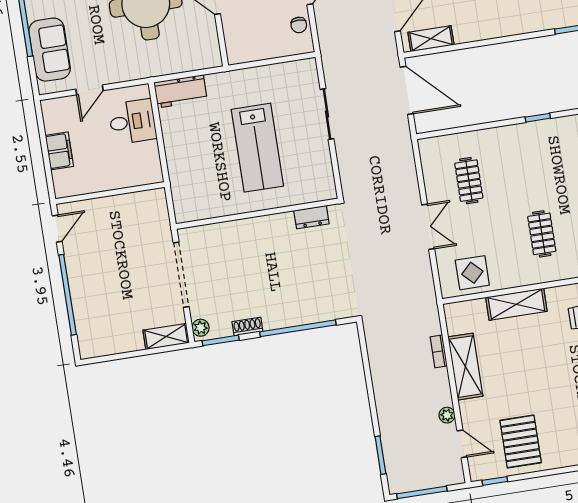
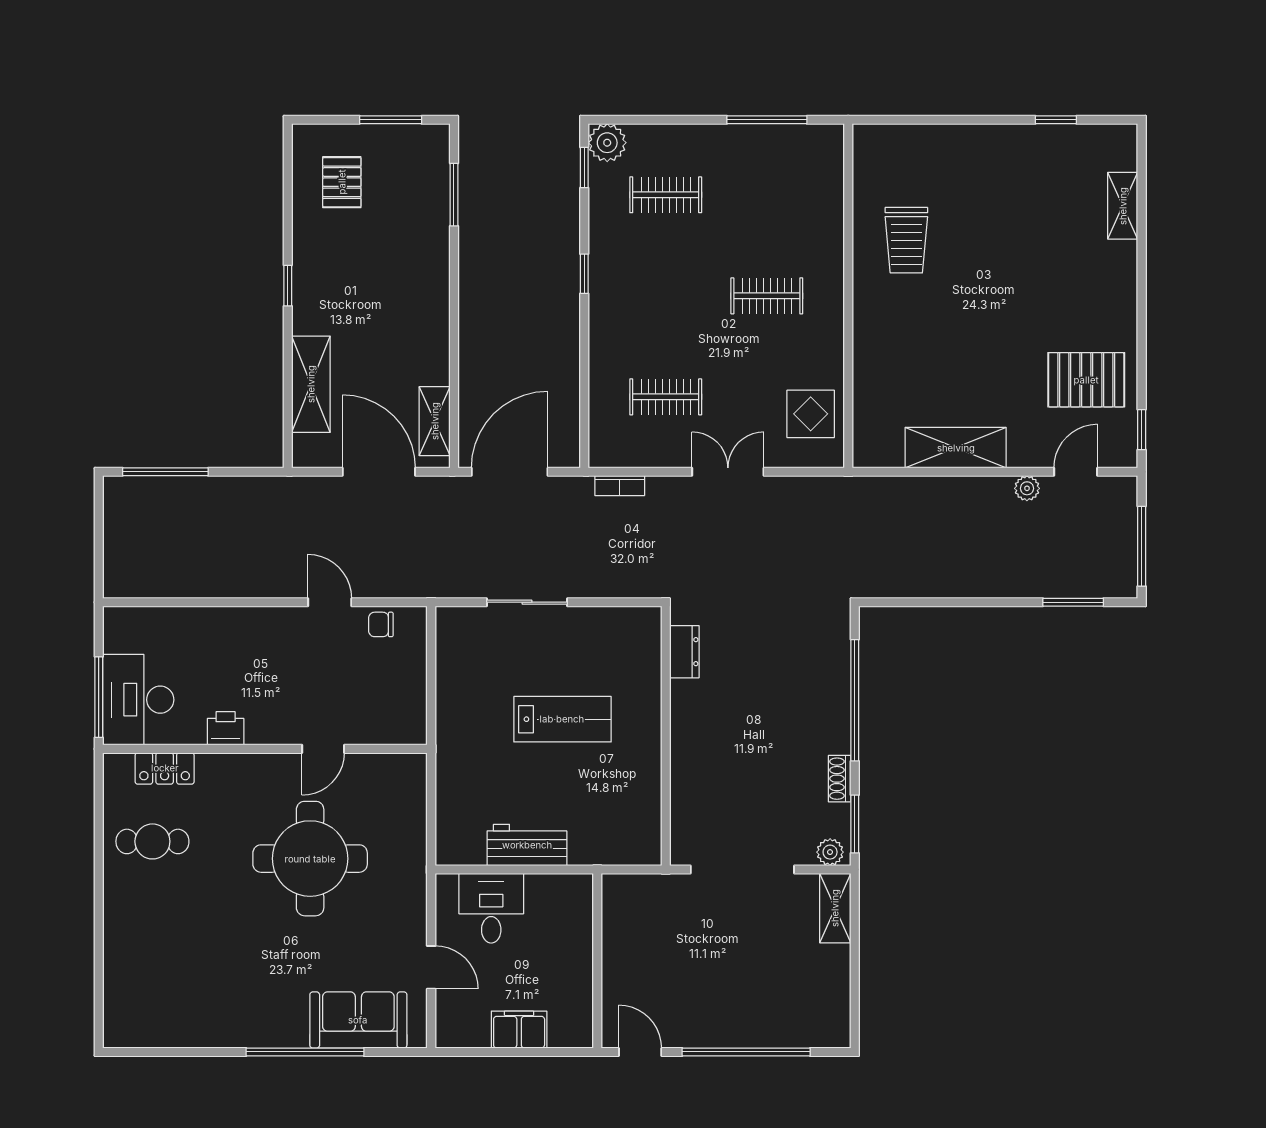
chair: (299, 25) -> (381, 624), turned 180
workbench: (180, 91) -> (527, 845), moved, turned -90
lab bench: (257, 148) -> (562, 719), width x0.73, depth x0.72
shelving: (516, 304) -> (871, 353), removed
bookcase: (439, 351) -> (620, 486), moved

